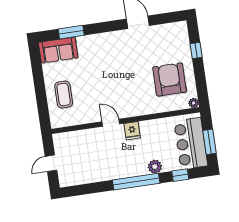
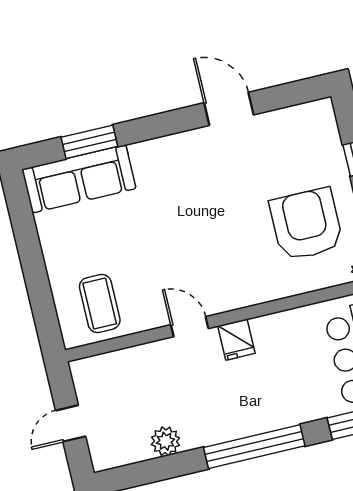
sofa: (58, 50) -> (79, 179), width x1.36
coffee table: (64, 95) -> (100, 303), moved
plant: (155, 167) -> (165, 441), moved

